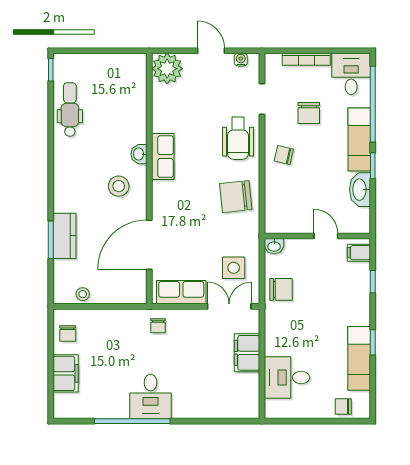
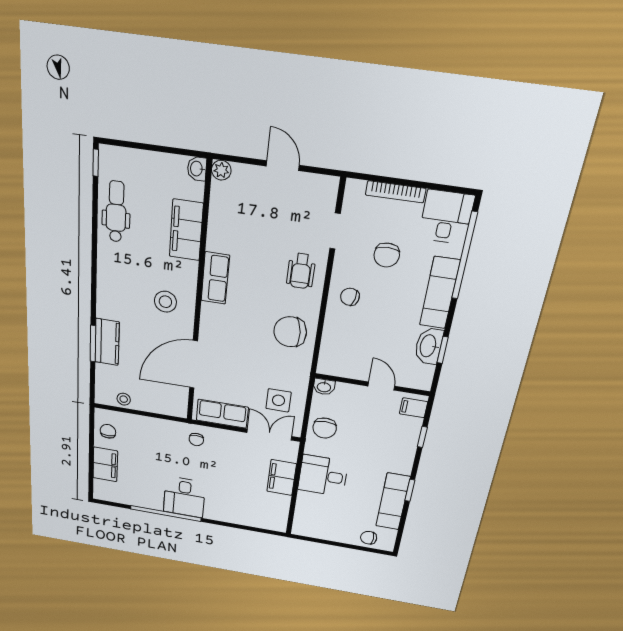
water cooler: (241, 60) -> (317, 181), removed
plant: (167, 69) -> (221, 170), width x0.53, depth x0.53
filing cabinet: (134, 117) -> (186, 230), added
wheelchair: (238, 138) -> (301, 271), width x0.73, depth x0.73
washbasin: (139, 154) -> (197, 169), moved
window: (373, 166) -> (443, 350), moved
chair: (281, 289) -> (325, 428), turned 90
chair: (68, 334) -> (108, 431), turned 180
desk: (287, 377) -> (323, 476), moved

